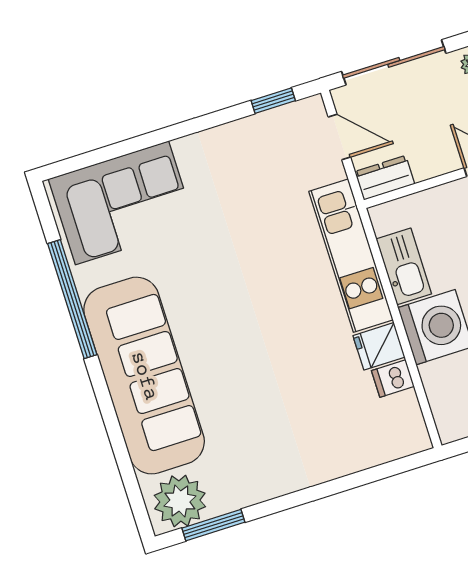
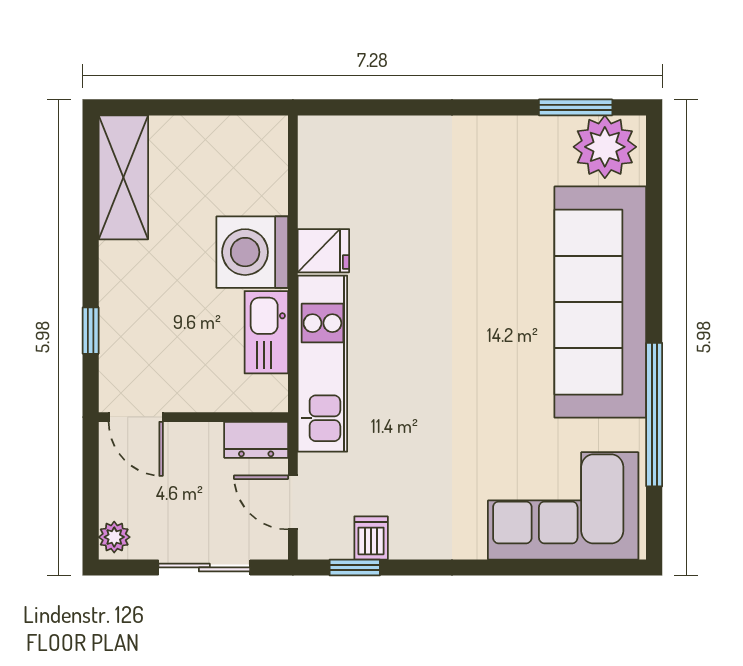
sliding door: (394, 62) -> (204, 567), width x0.73
dishwasher: (393, 378) -> (371, 538), moved, turned -90

